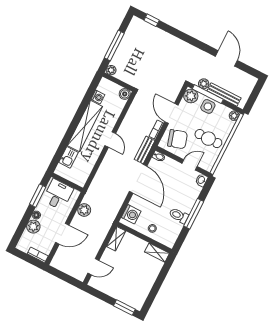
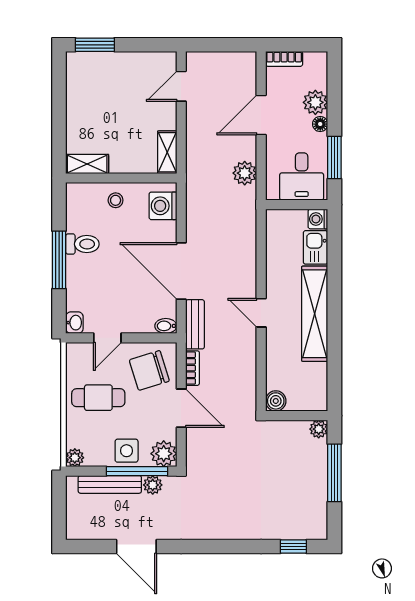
washing machine: (98, 97) -> (318, 219), moved

